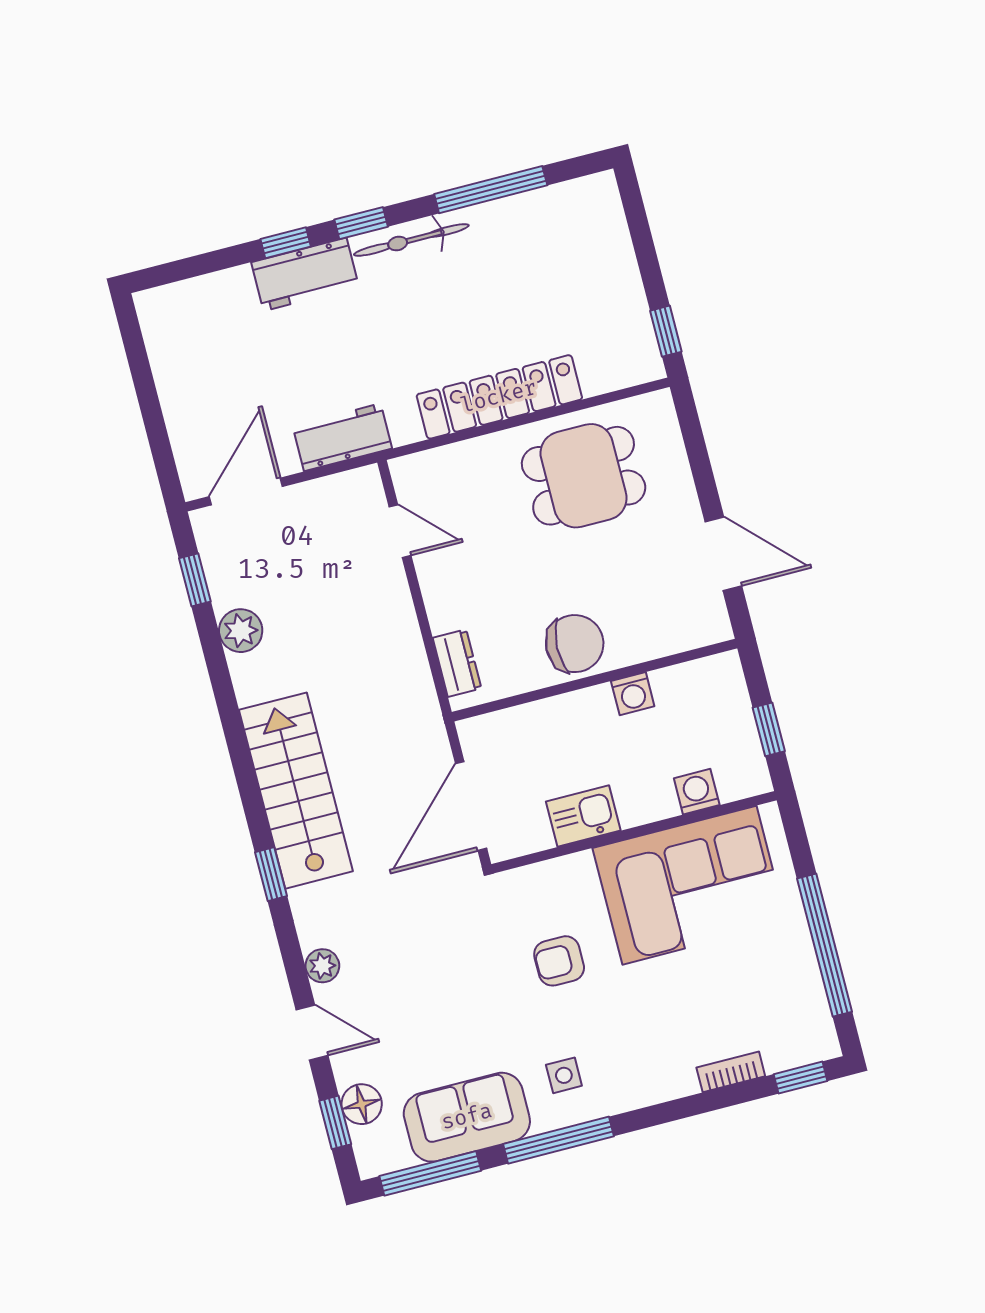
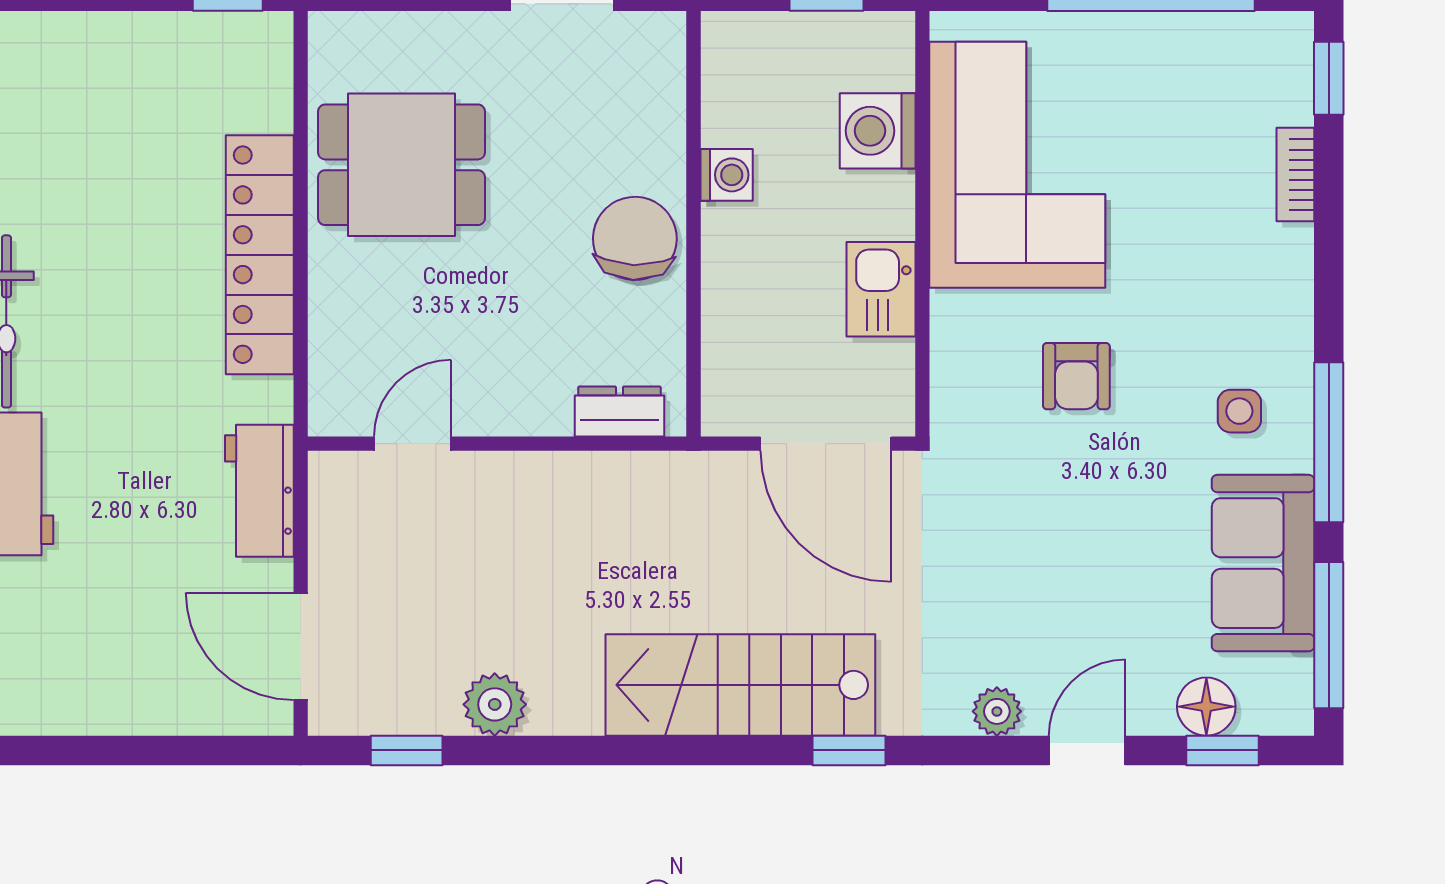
dining table: (584, 476) -> (401, 165), turned 90
washing machine: (697, 792) -> (878, 131), width x1.38, depth x1.38

